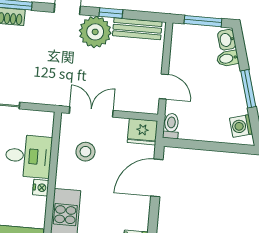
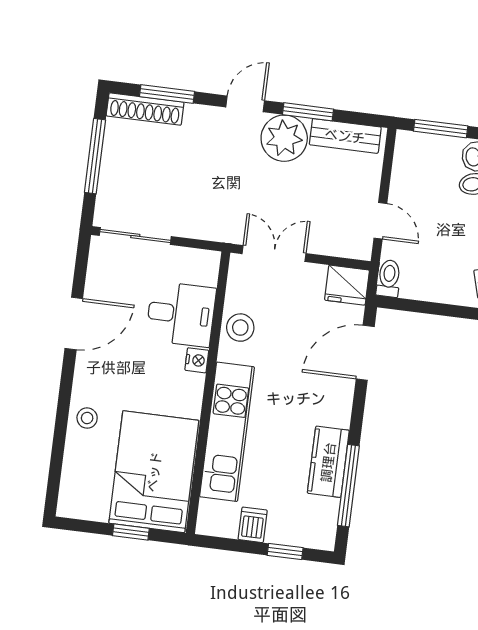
window: (111, 13) -> (308, 112), width x1.50
stool: (85, 152) -> (240, 328), moved

